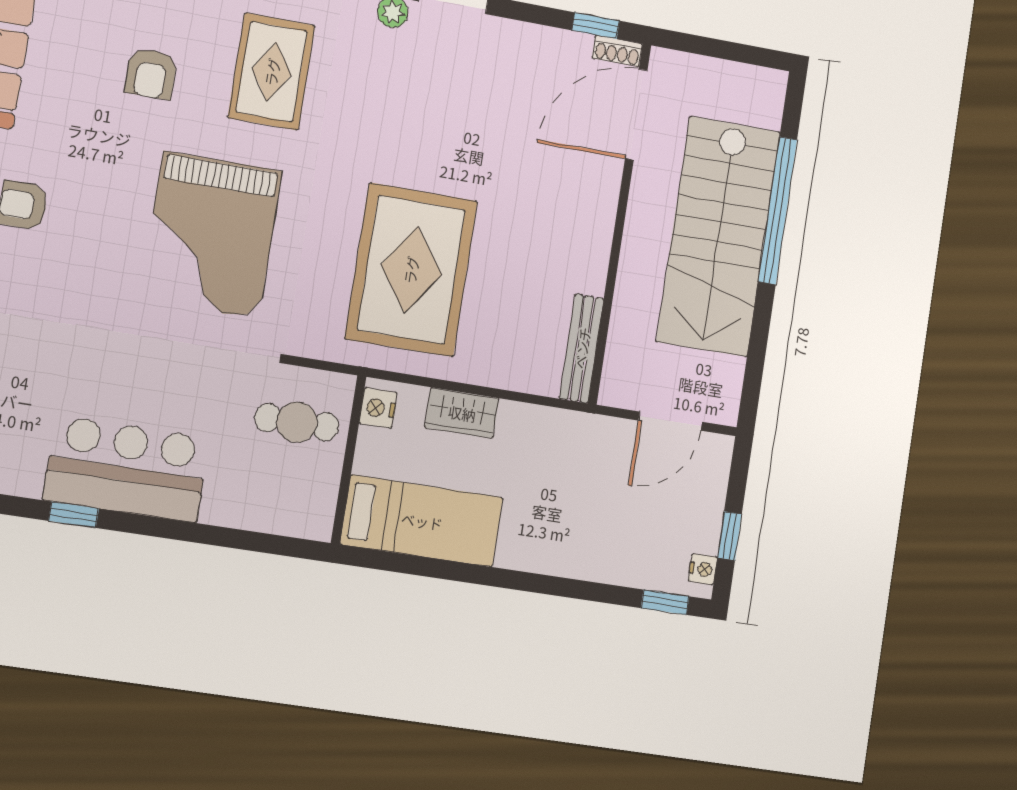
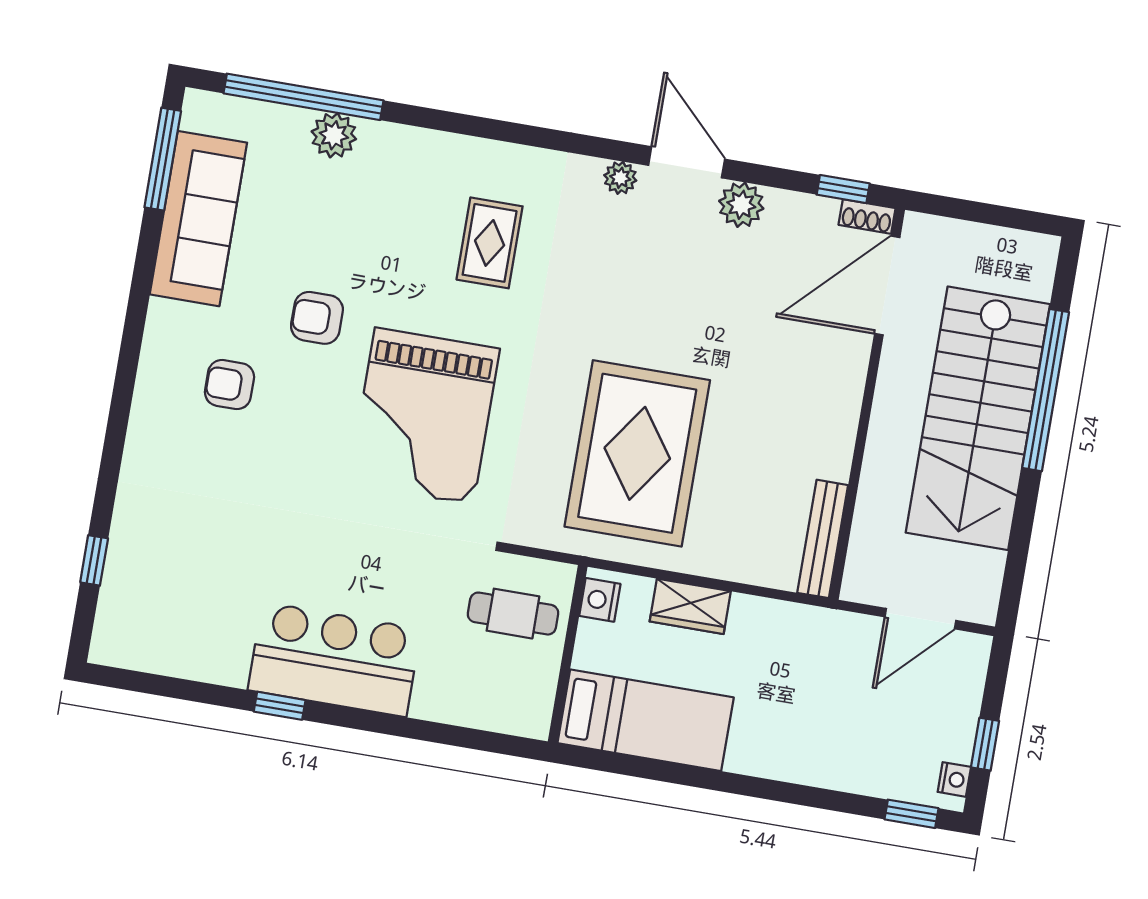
plant: (504, 39) -> (741, 205), added
rug: (272, 72) -> (490, 243), width x0.73, depth x0.70
armchair: (151, 74) -> (317, 318), moved, turned 90

